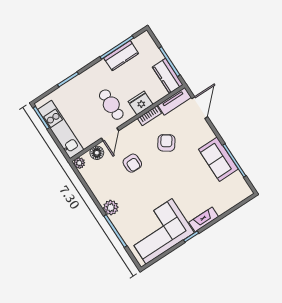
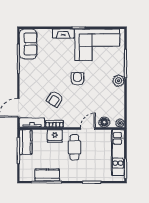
sofa: (218, 159) -> (28, 44), moved
armchair: (132, 163) -> (77, 79), moved

